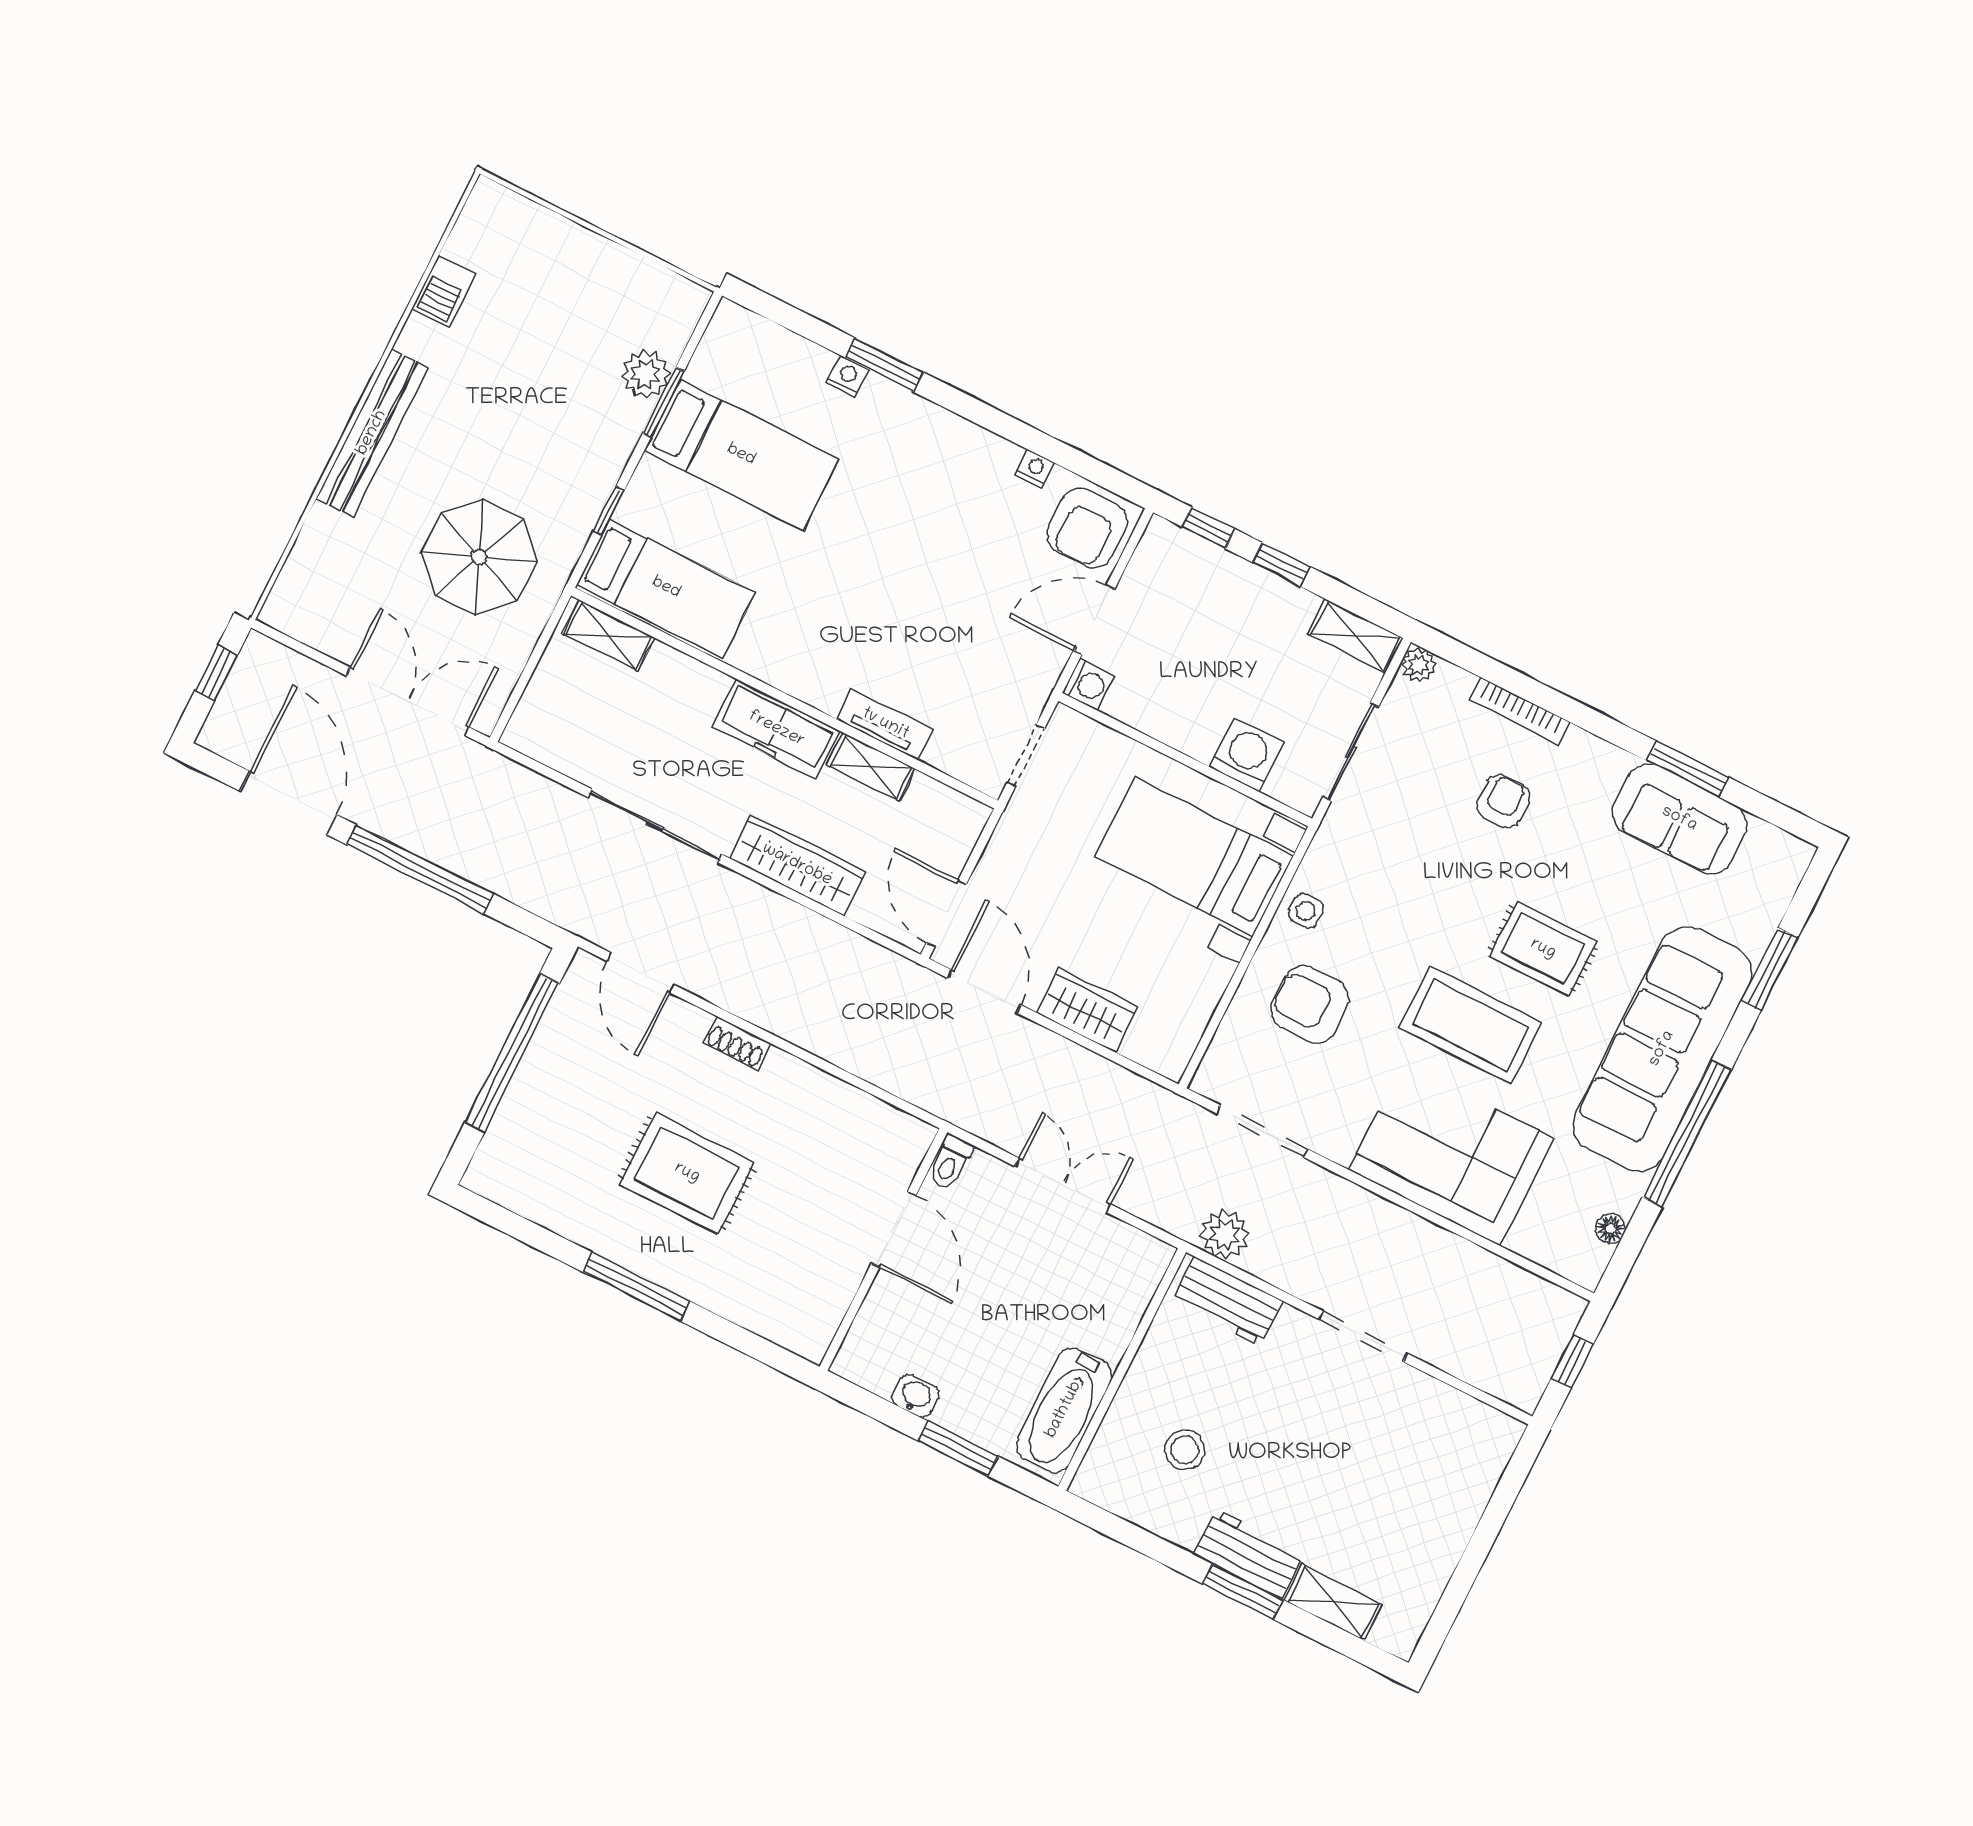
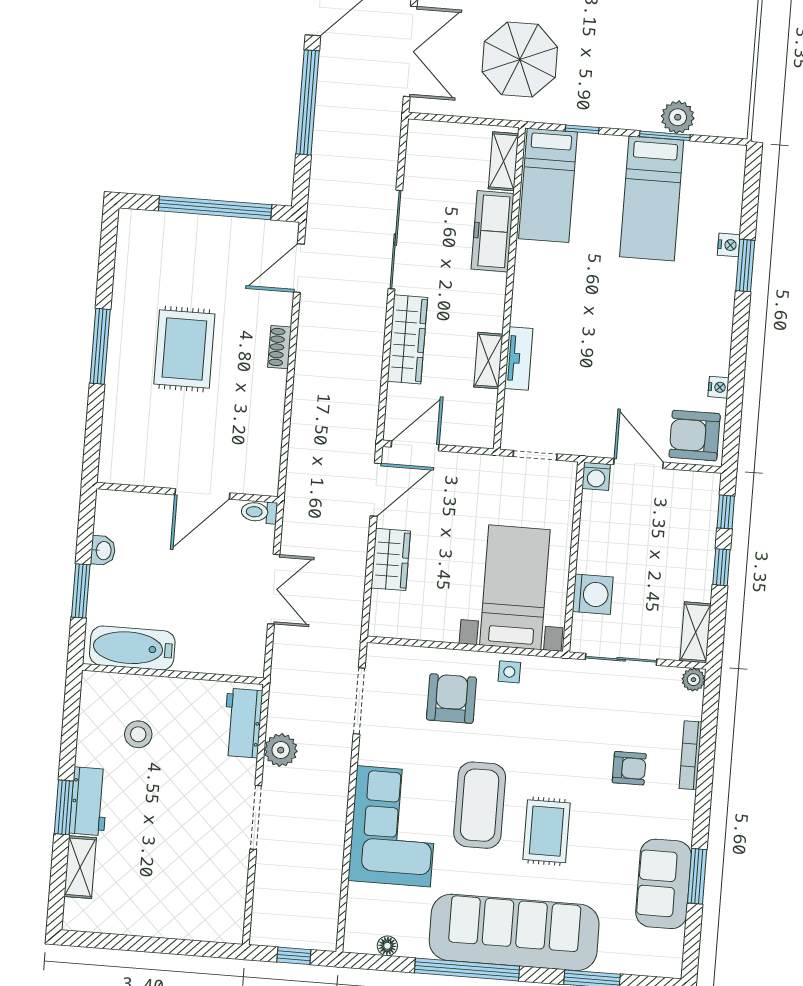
freezer: (776, 729) -> (492, 231), moved
plant: (1225, 1234) -> (281, 750), moved

